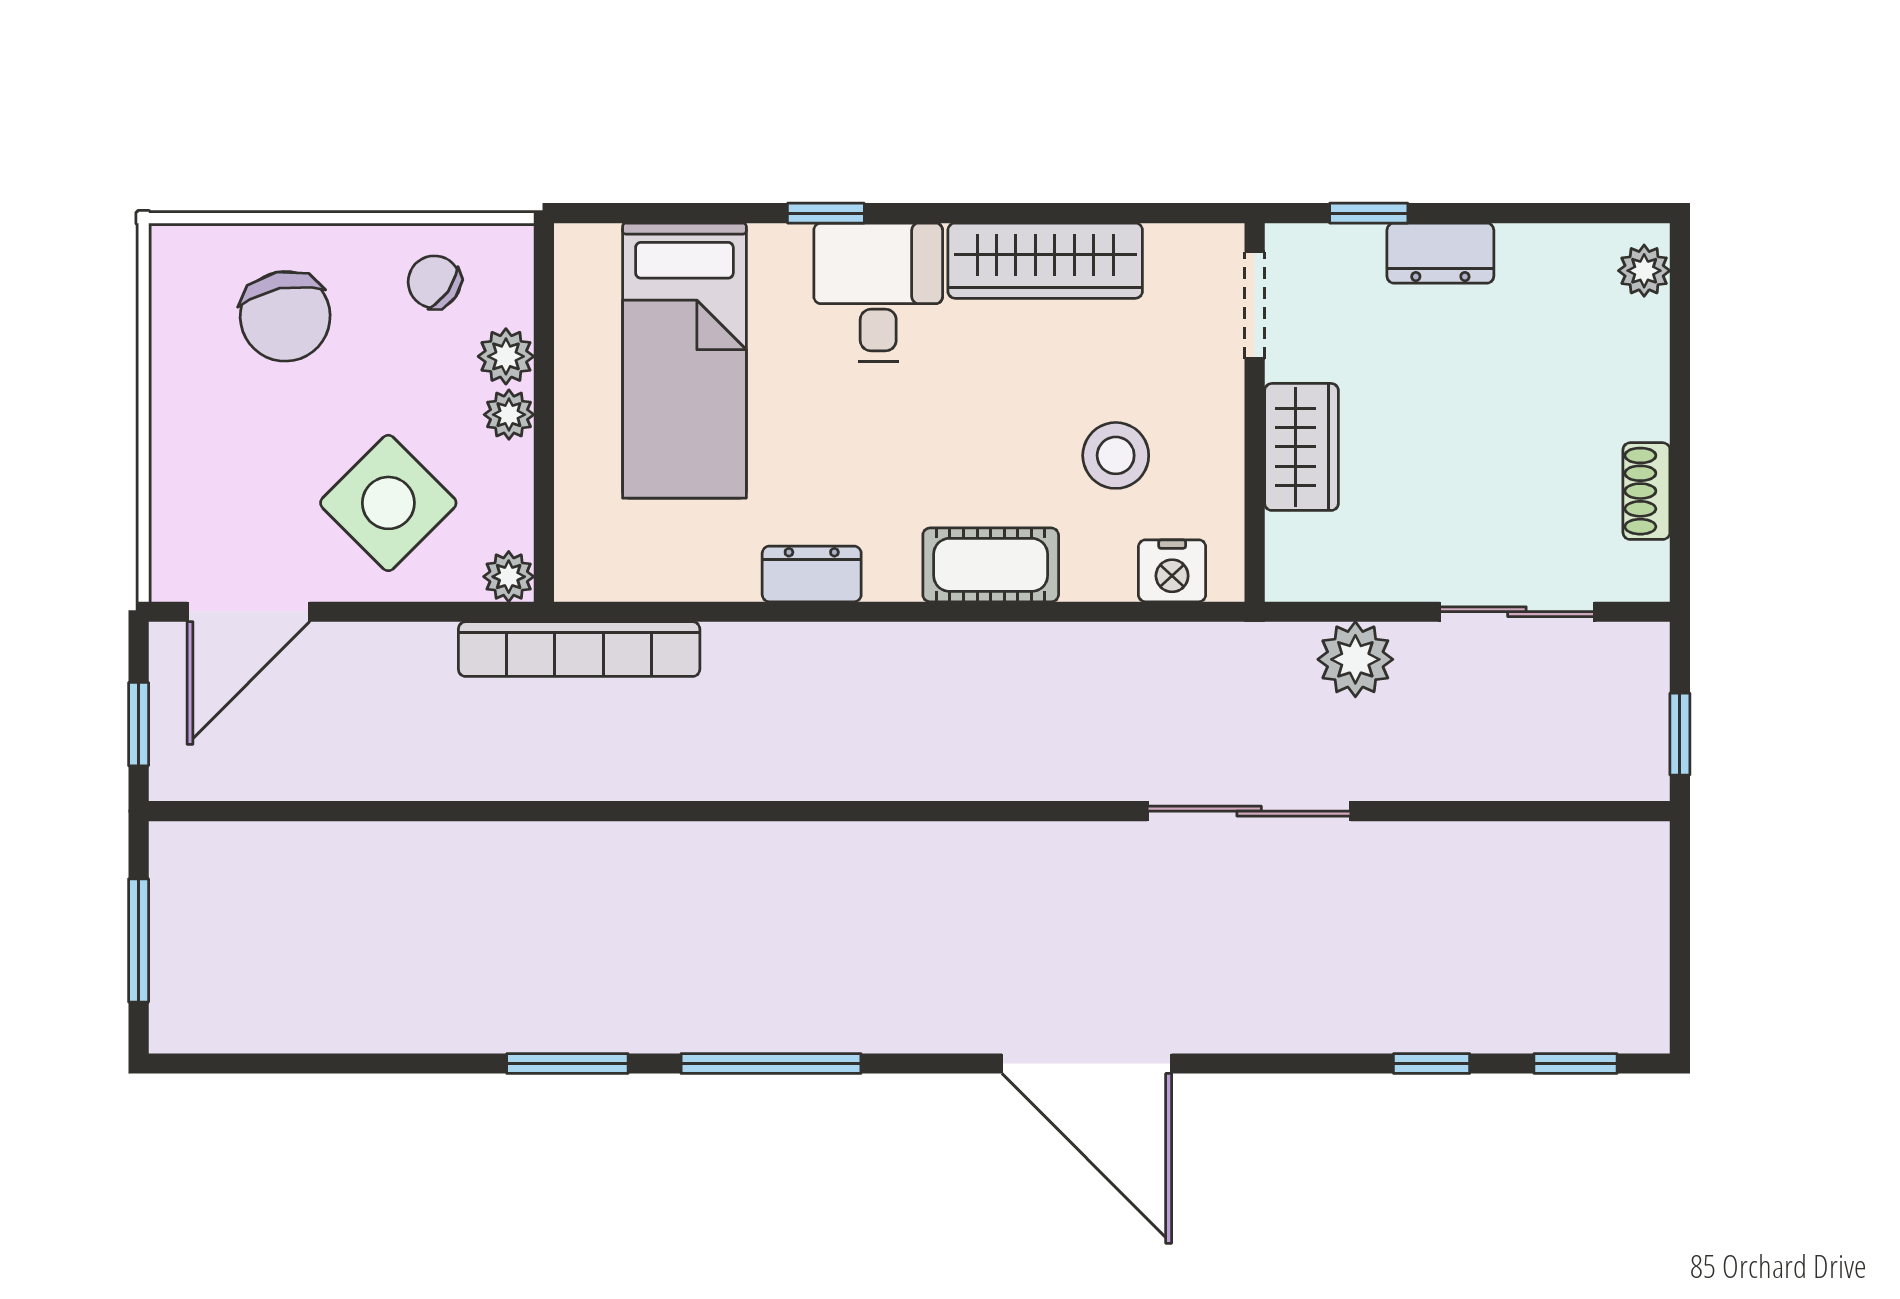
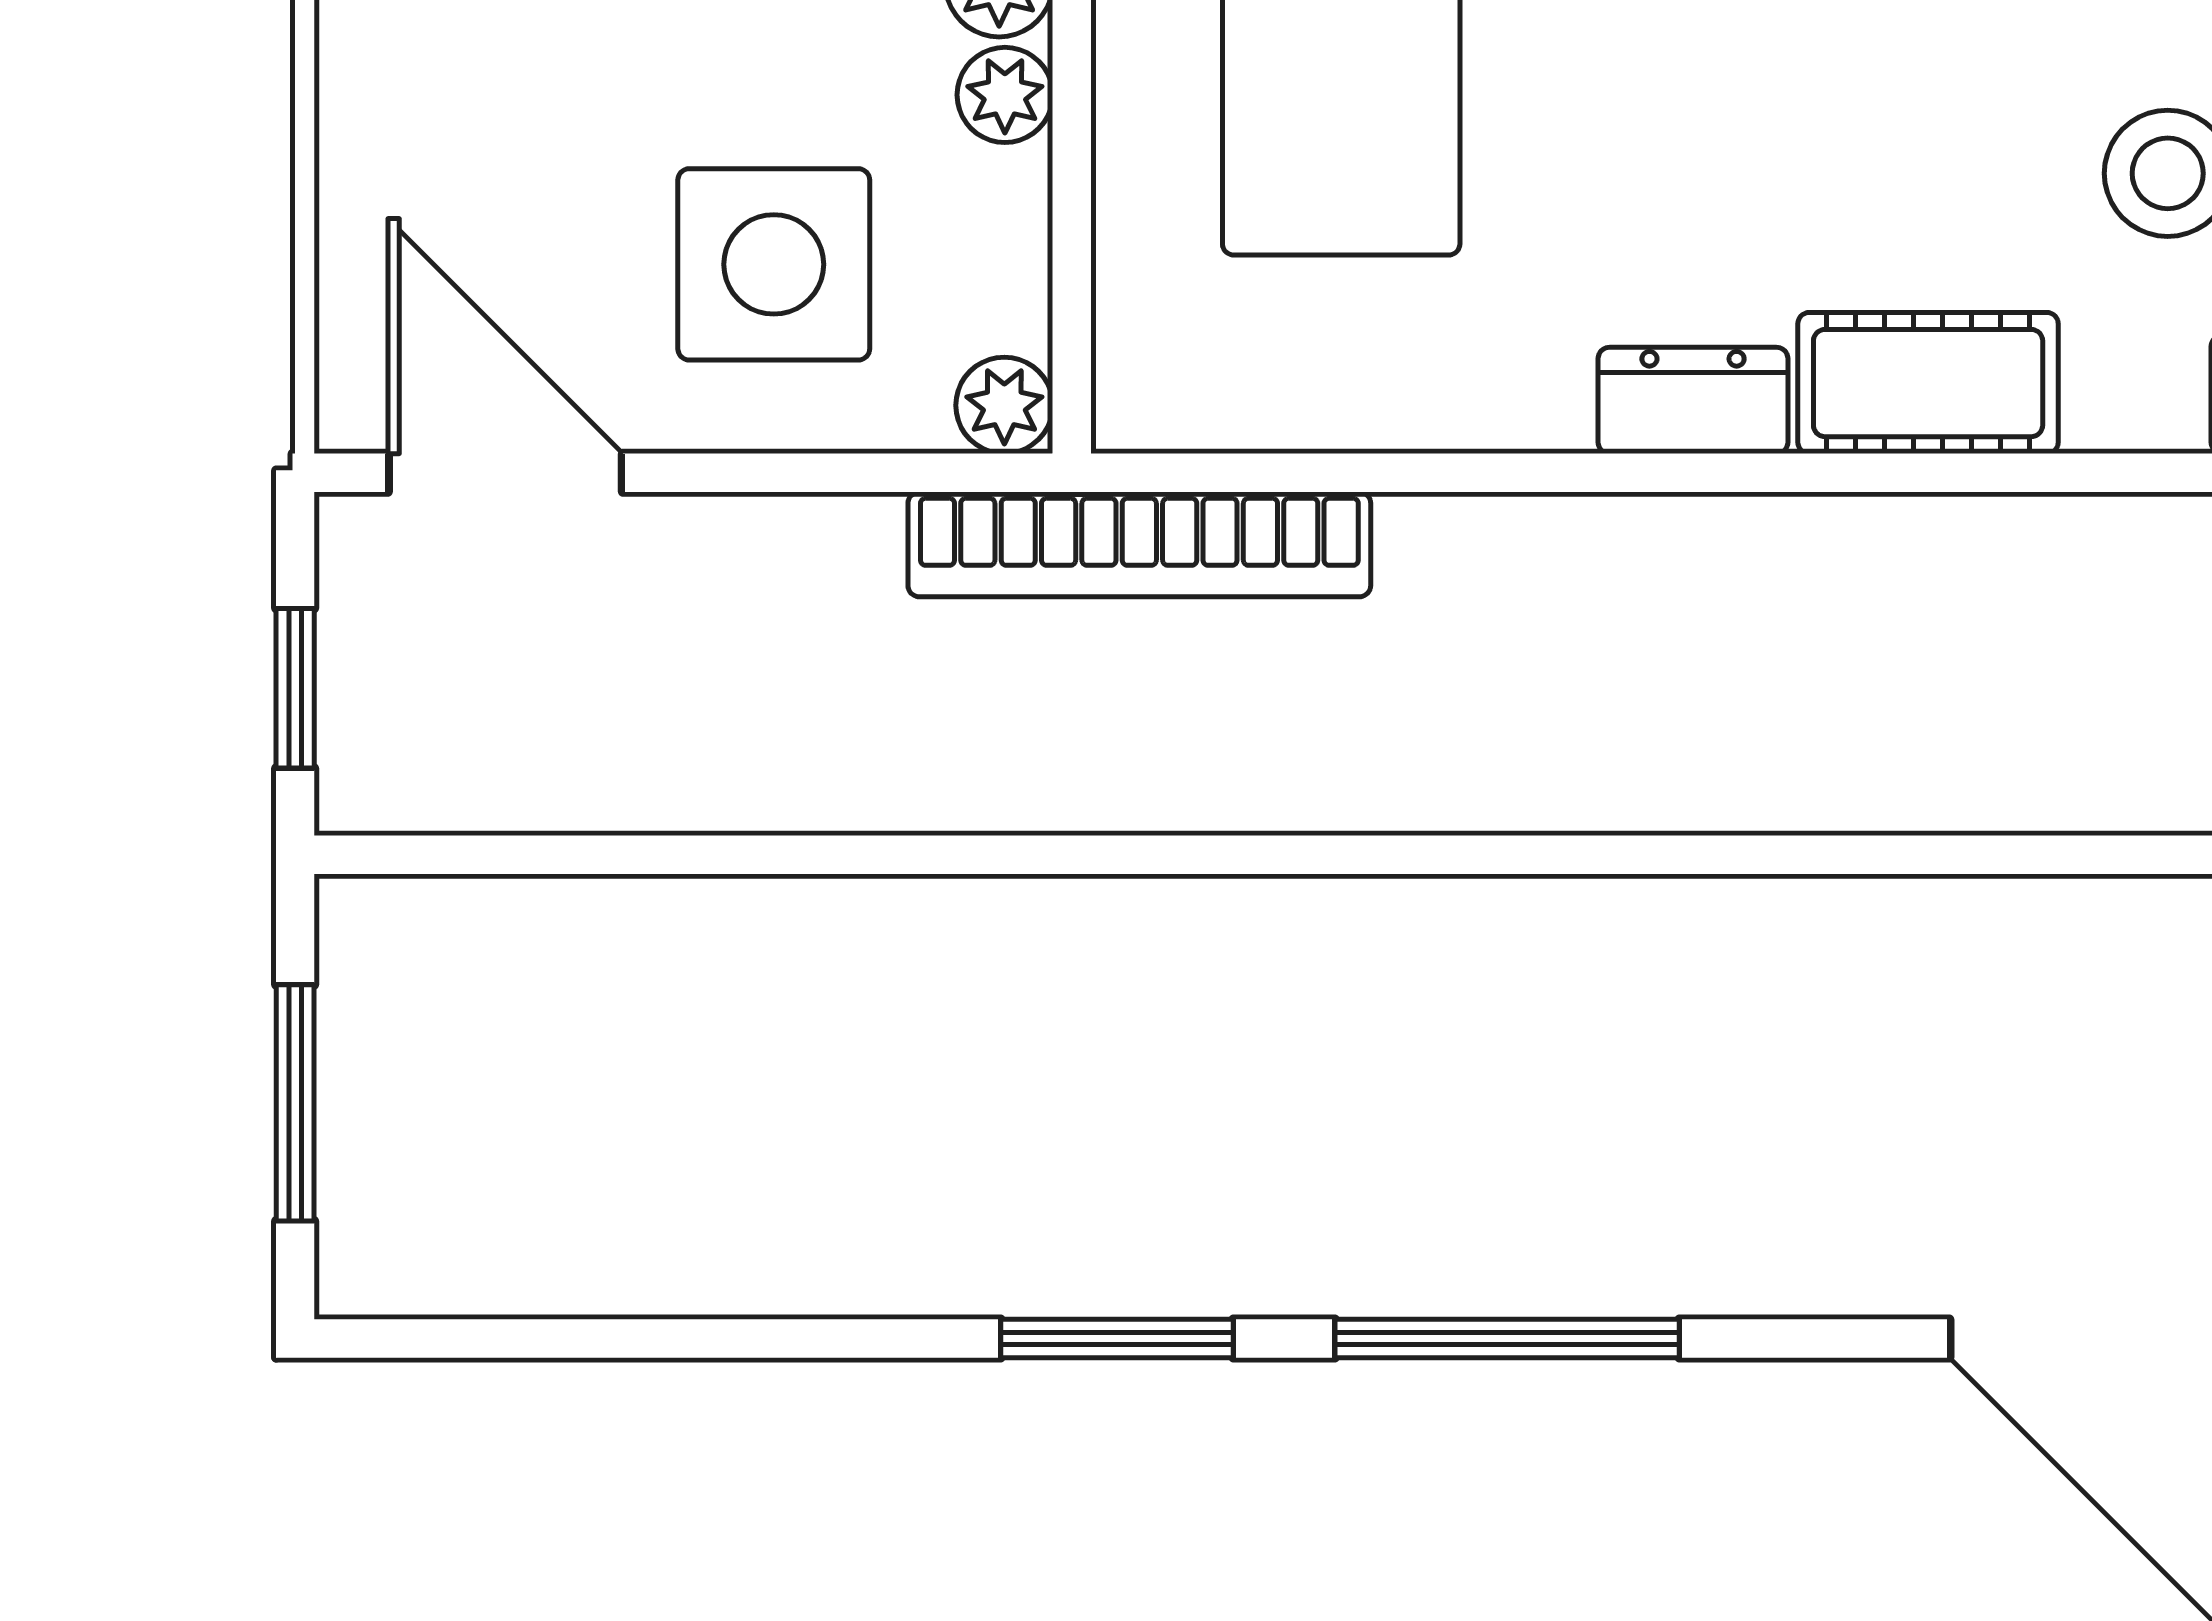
side table: (388, 503) -> (774, 264), turned 45
dresser: (812, 574) -> (1693, 400), moved
door: (248, 612) -> (505, 473), swing flipped

